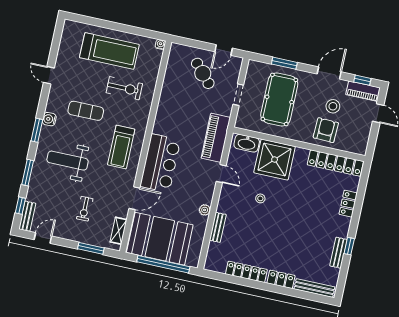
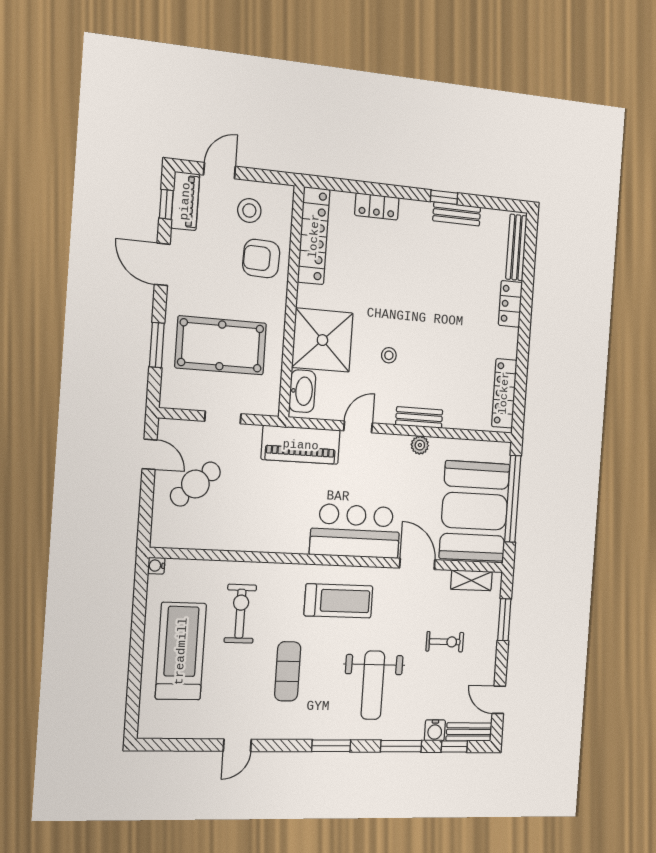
stool: (333, 106) -> (249, 210), moved
water cooler: (49, 119) -> (435, 730), moved
bench: (218, 227) -> (419, 417), moved
locker: (246, 272) -> (504, 393), moved

